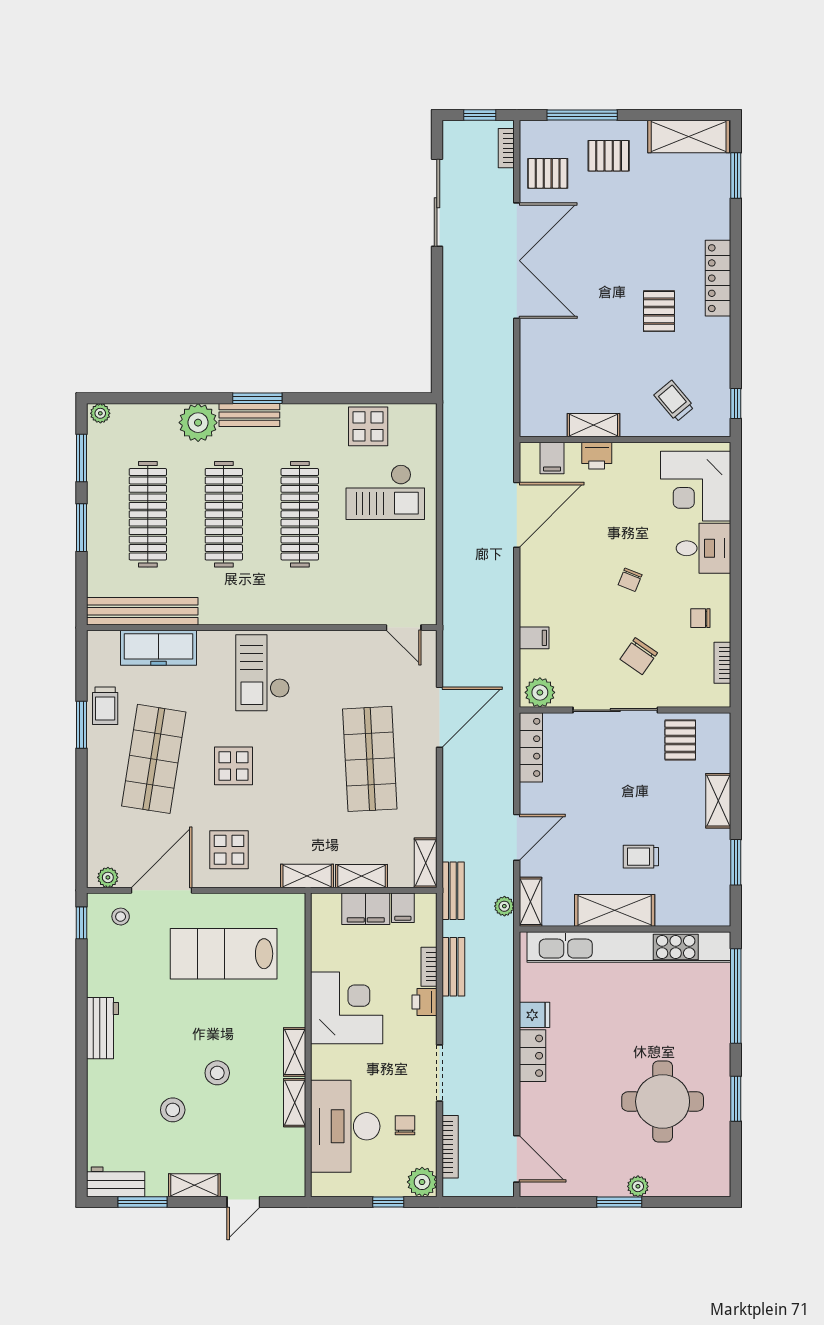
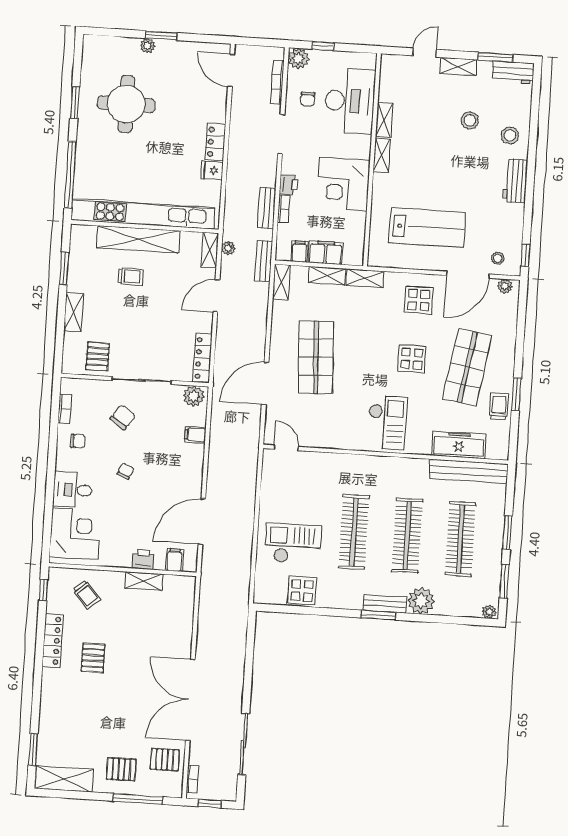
locker: (718, 278) -> (53, 641), moved
shelving: (615, 910) -> (138, 239), width x1.47
stool: (217, 1073) -> (510, 135), moved

